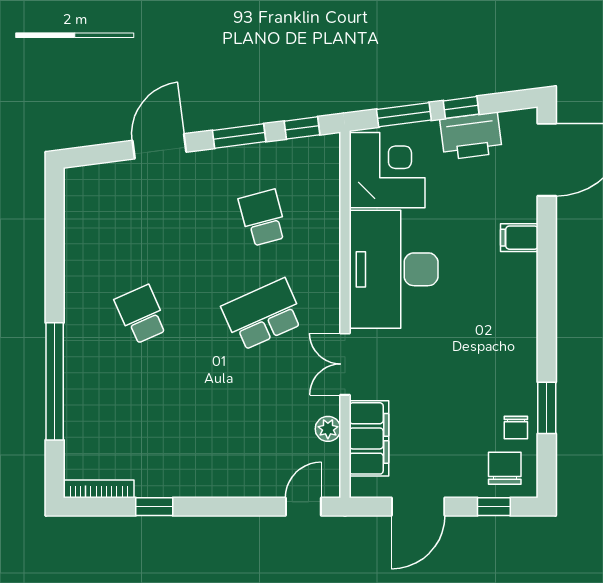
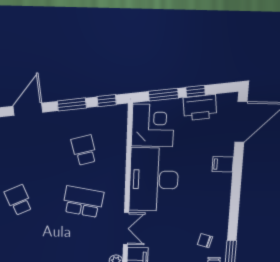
school desk: (263, 315) -> (83, 202), turned 33
double door: (345, 364) -> (126, 228), swing flipped
chair: (496, 384) -> (205, 241), added

